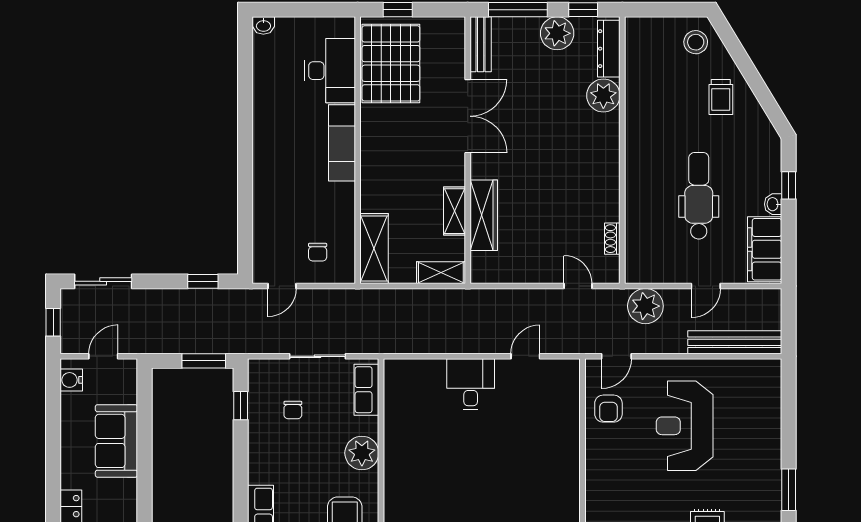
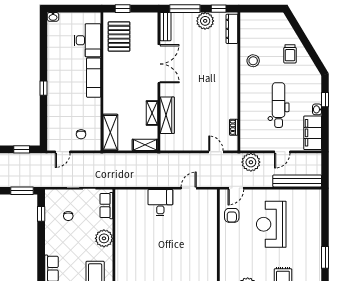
stool: (696, 42) -> (253, 61), moved
pallet: (391, 63) -> (119, 36), width x0.73, depth x0.71
plant: (603, 96) -> (229, 53), removed
window: (245, 163) -> (44, 88), added

